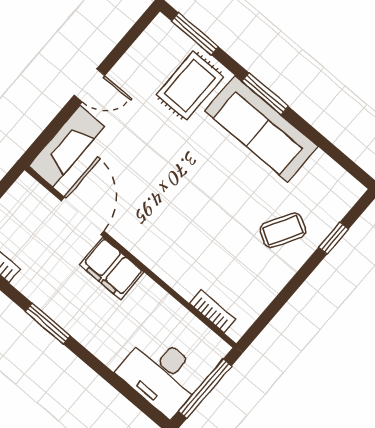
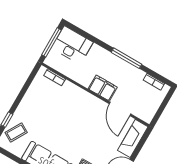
coffee table: (283, 230) -> (16, 132), moved
window: (48, 323) -> (127, 58), width x1.44

